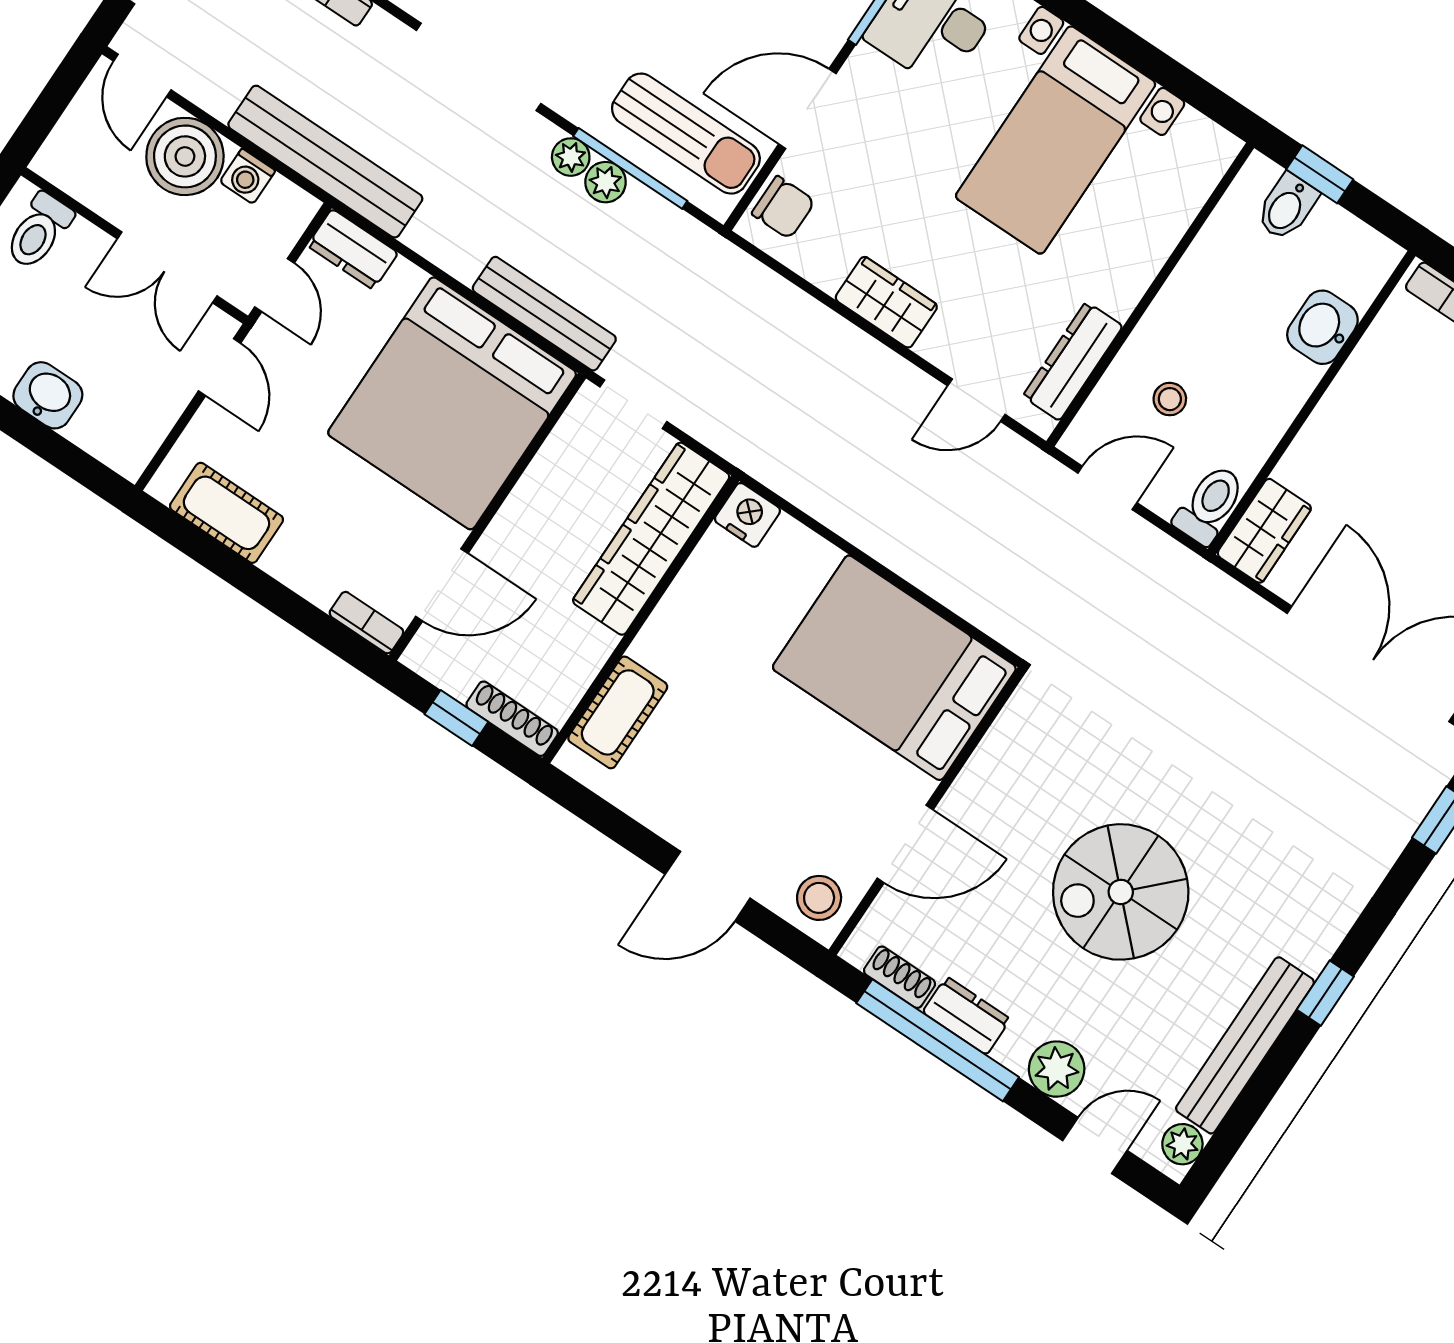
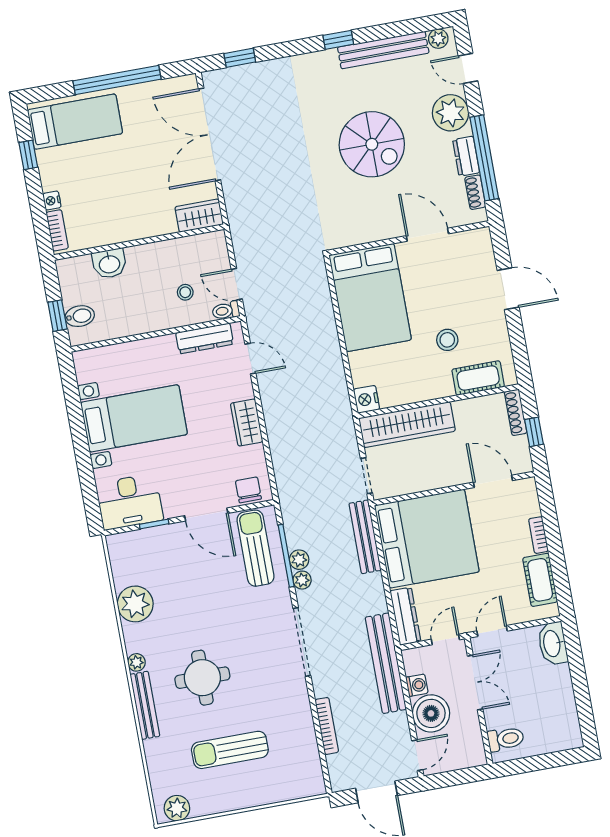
dresser: (353, 249) -> (405, 616), width x1.44
washbasin: (48, 395) -> (552, 643), moved, width x1.38
toilet: (1210, 505) -> (226, 311), moved, width x0.73, depth x0.72
bookcase: (366, 623) -> (538, 535), moved
stool: (819, 898) -> (447, 340), moved
plant: (1057, 1069) -> (451, 113), width x1.36, depth x1.36

